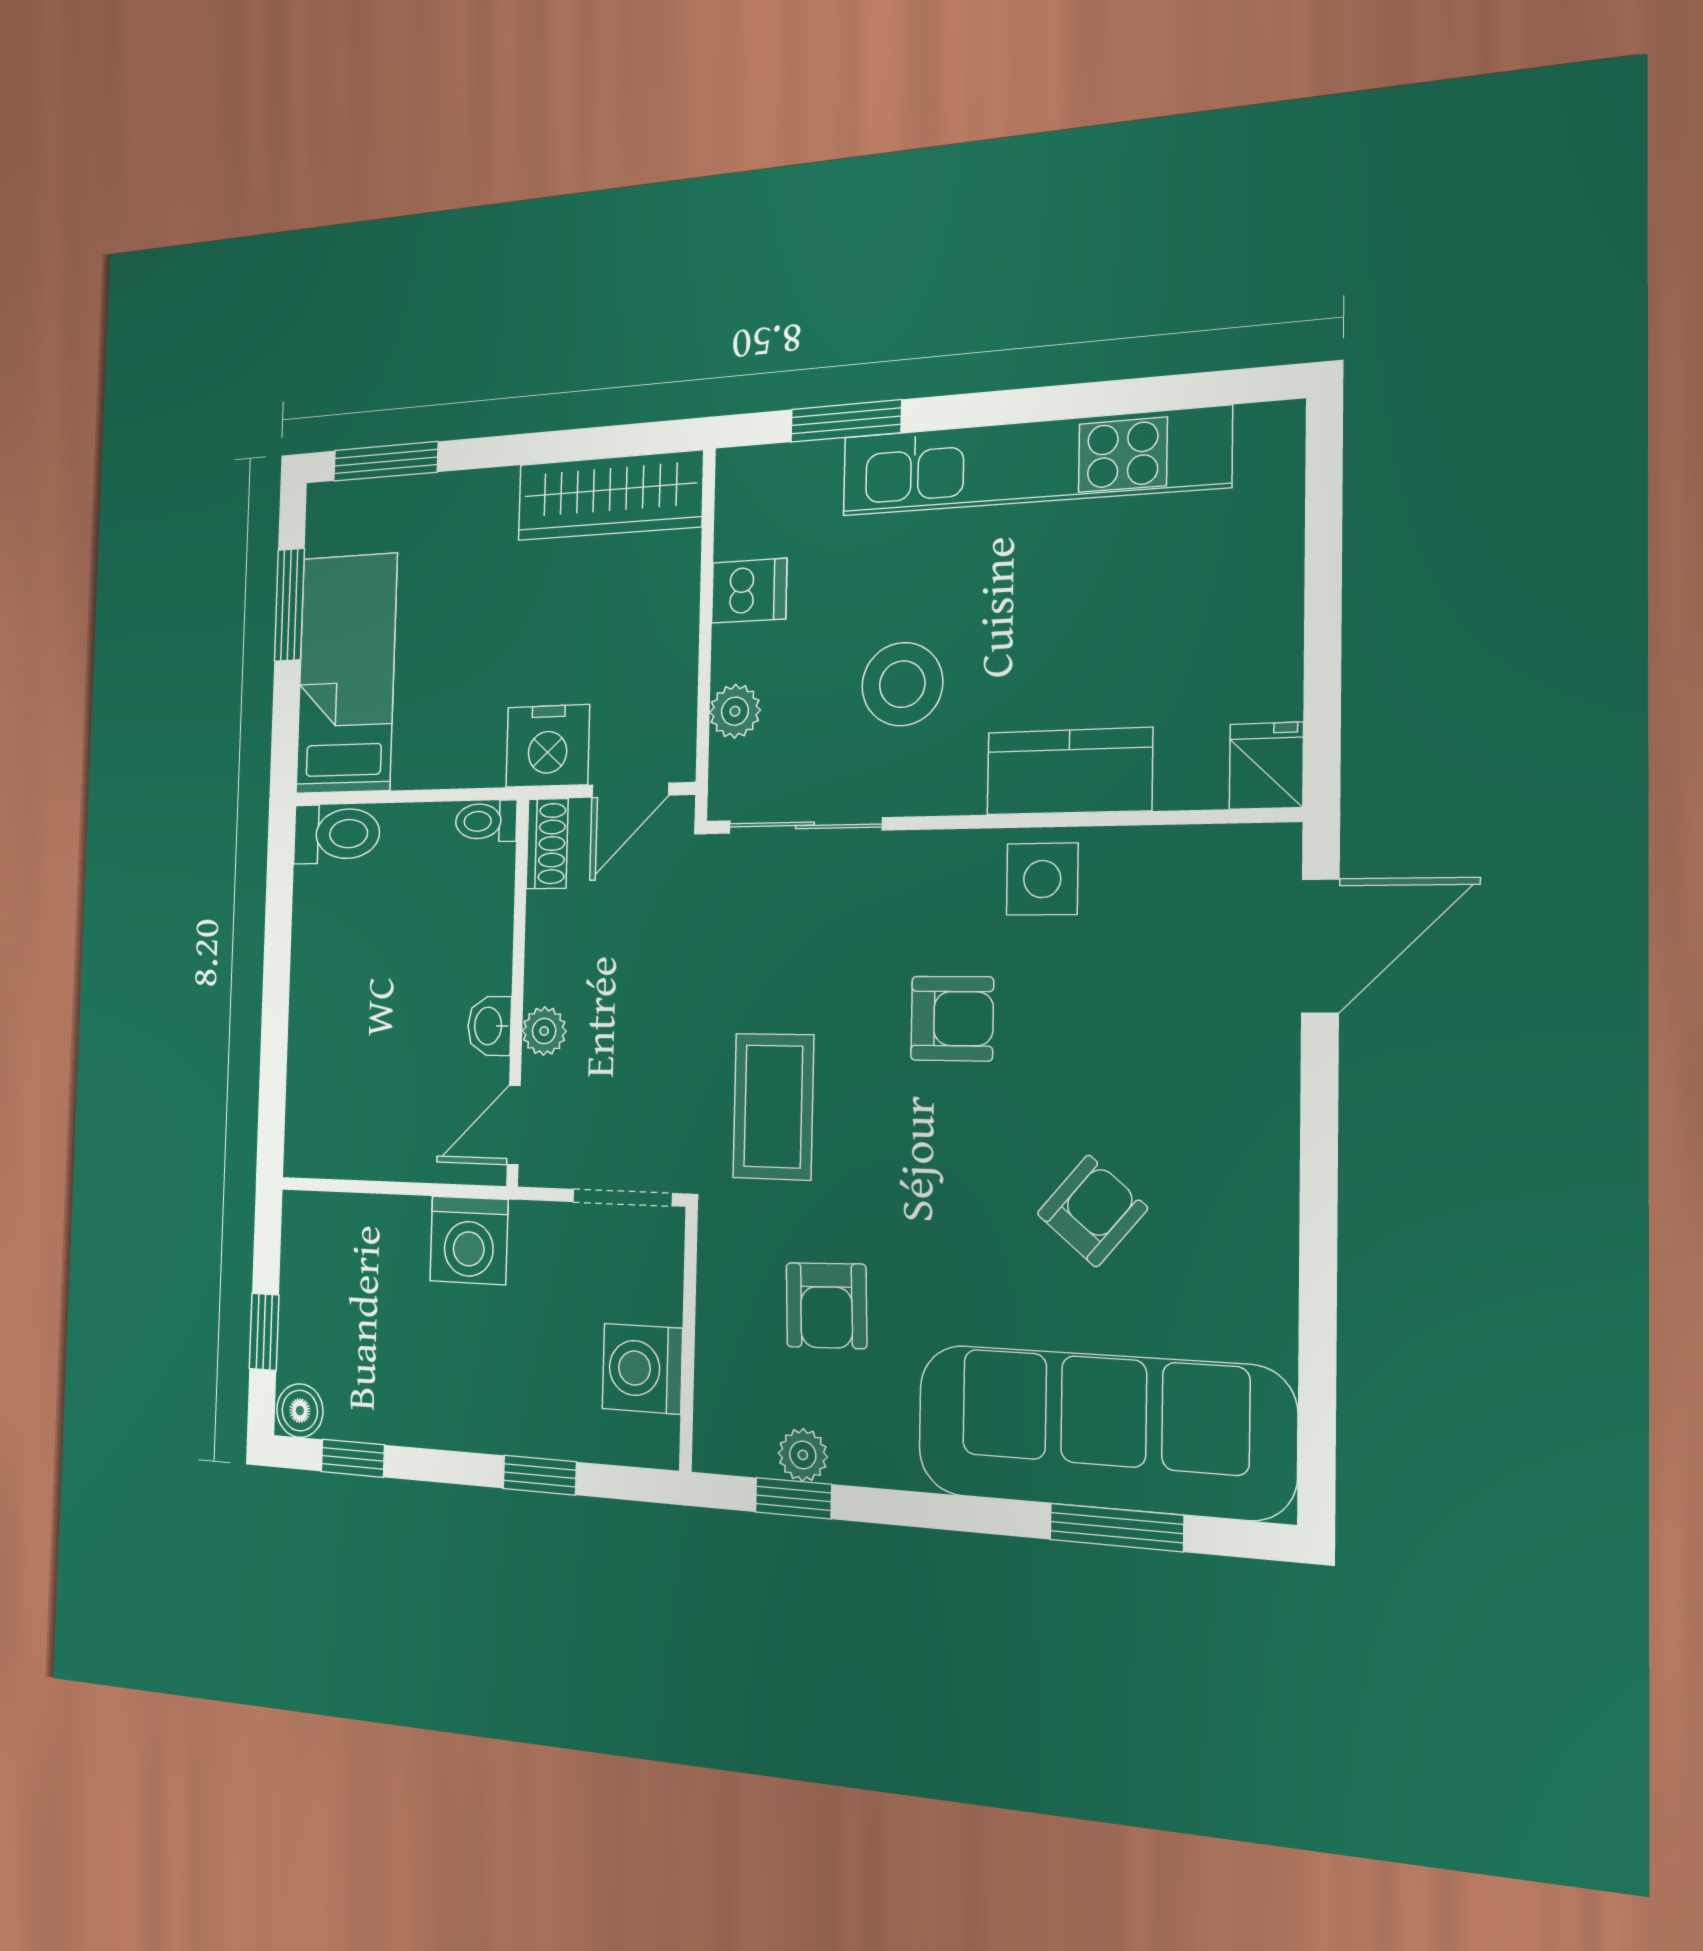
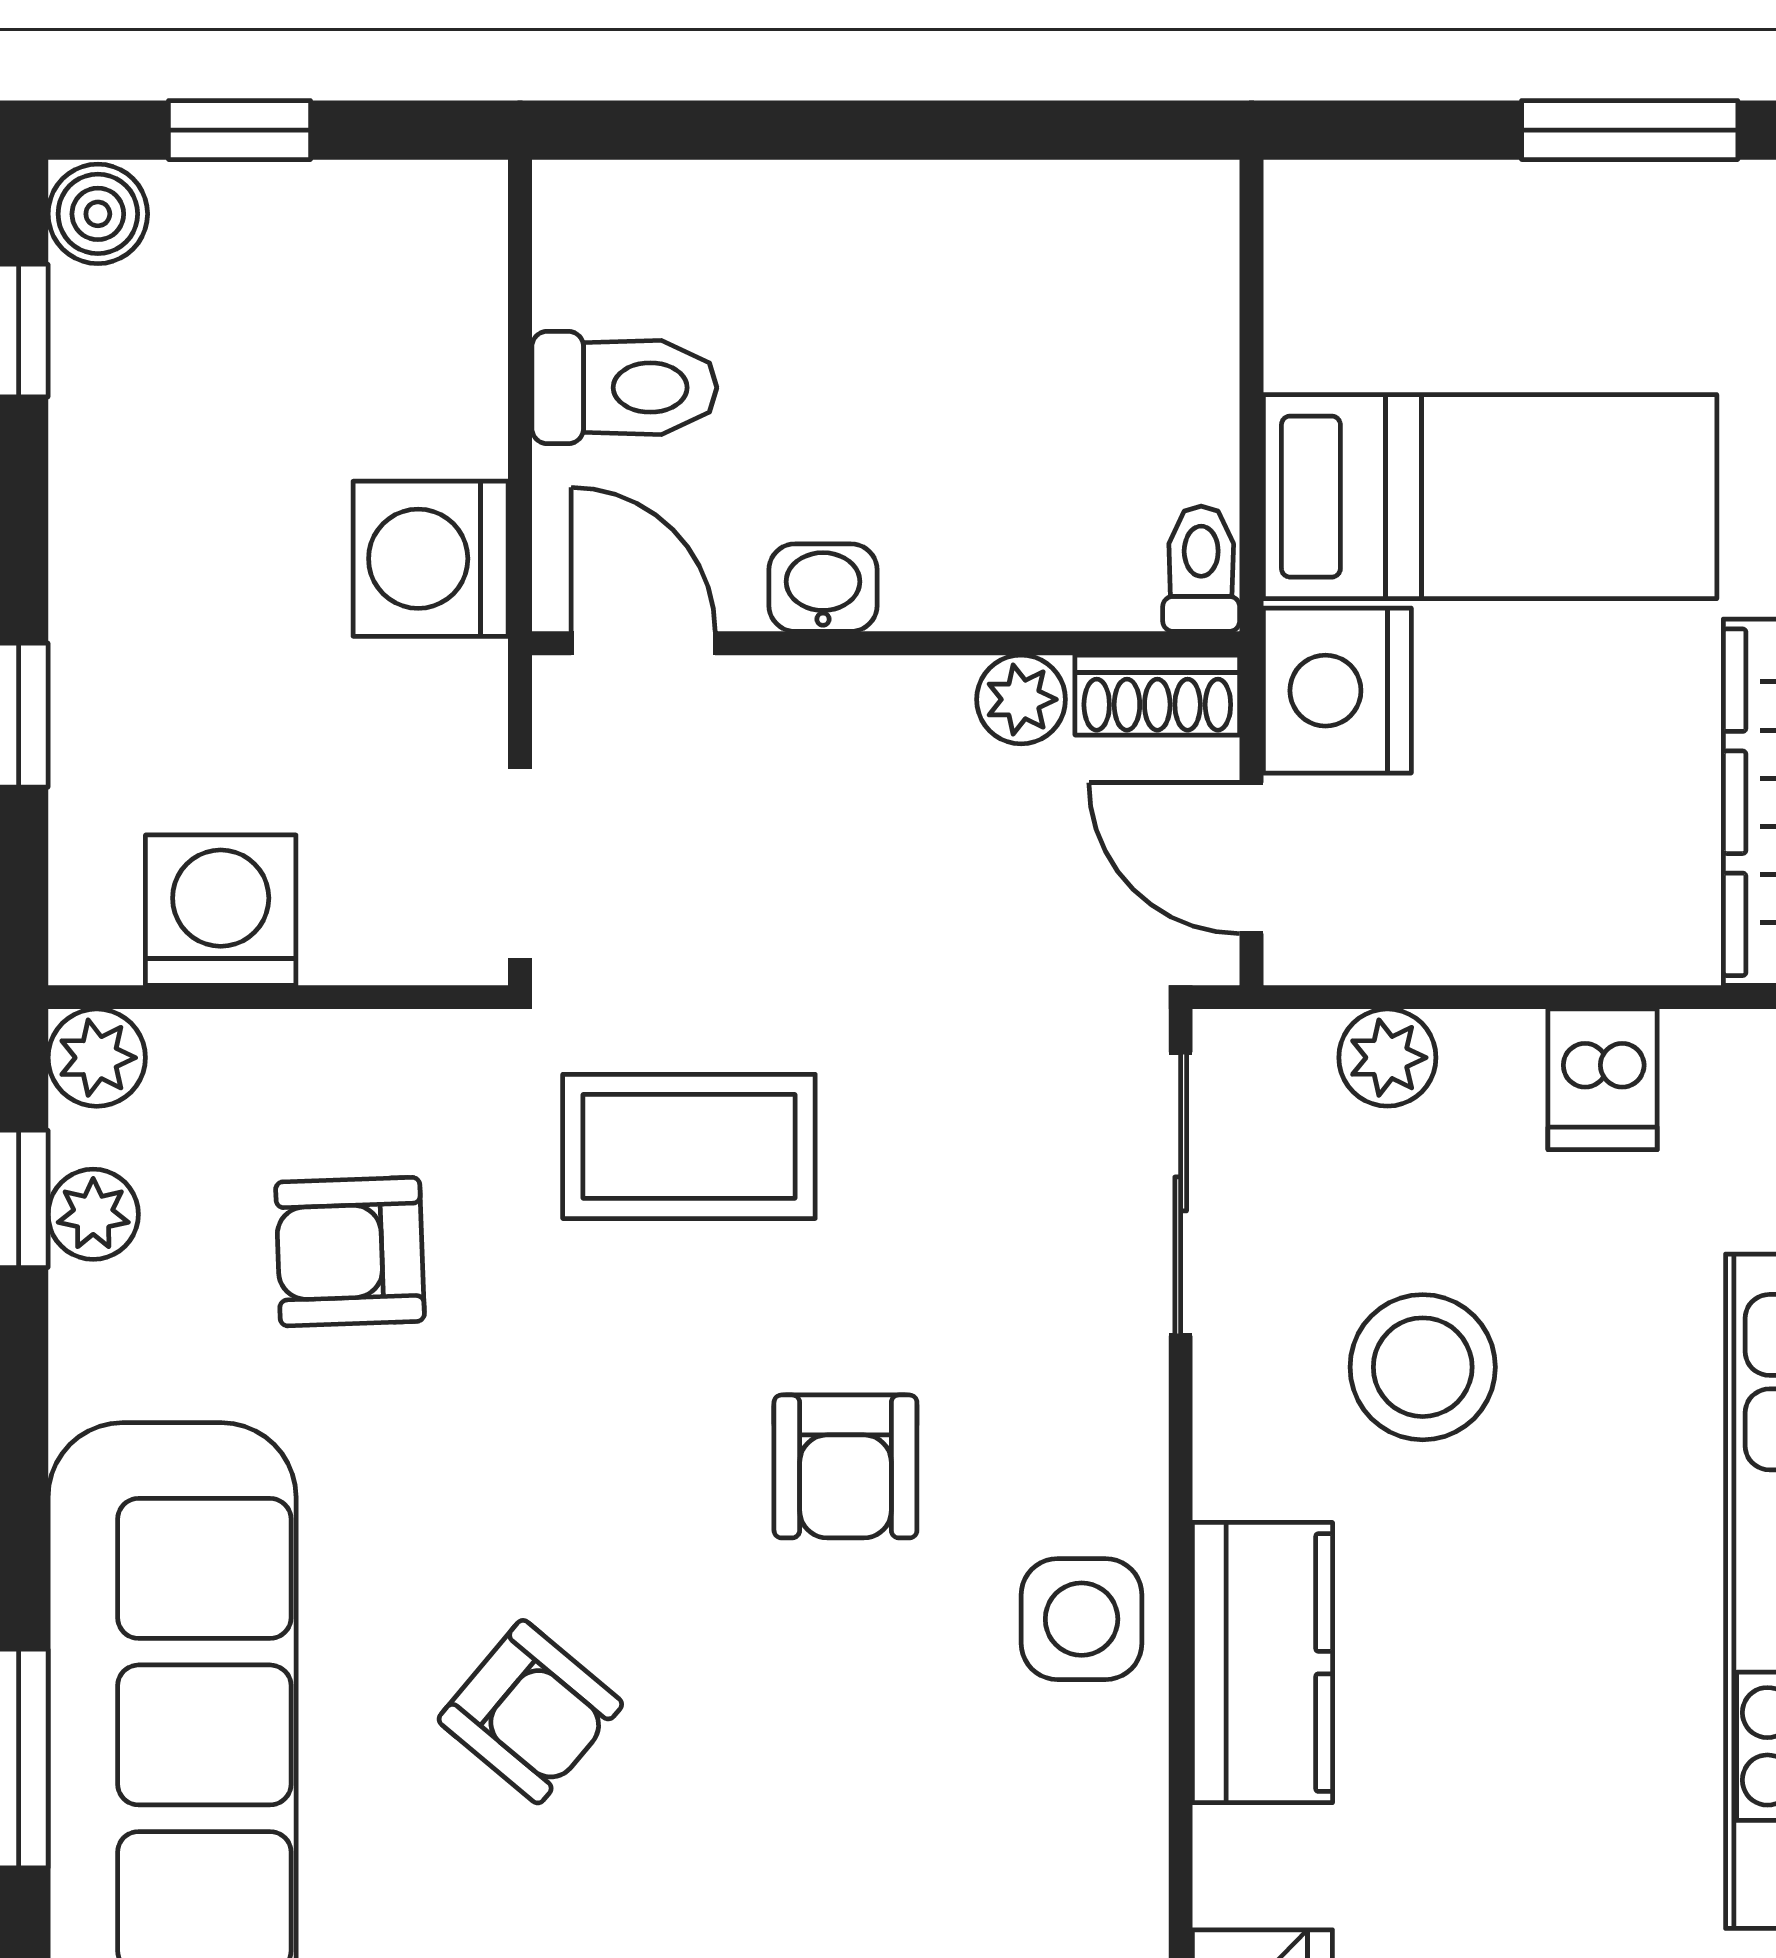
bed: (346, 674) -> (1490, 497), moved
toilet: (337, 834) -> (624, 388), moved, turned -90
plant: (544, 1031) -> (1021, 699), moved
plant: (718, 1446) -> (97, 1058), added

